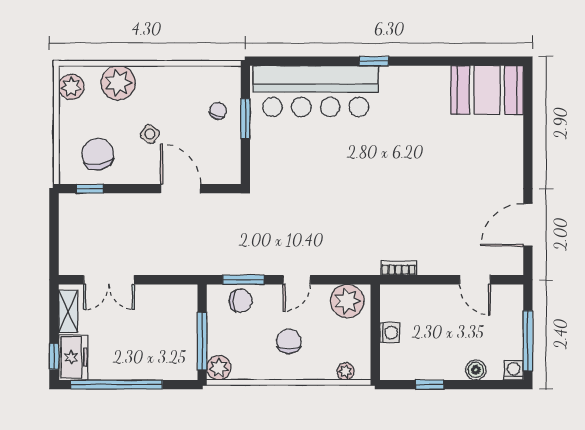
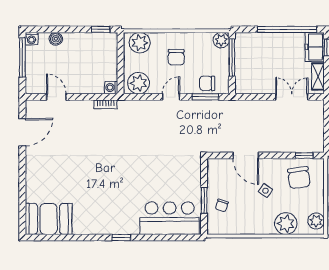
bar counter: (316, 91) -> (170, 218), width x0.73
washing machine: (390, 333) -> (111, 88), moved
plant: (345, 371) -> (140, 43), width x1.88, depth x1.88
window: (430, 385) -> (101, 29), moved

